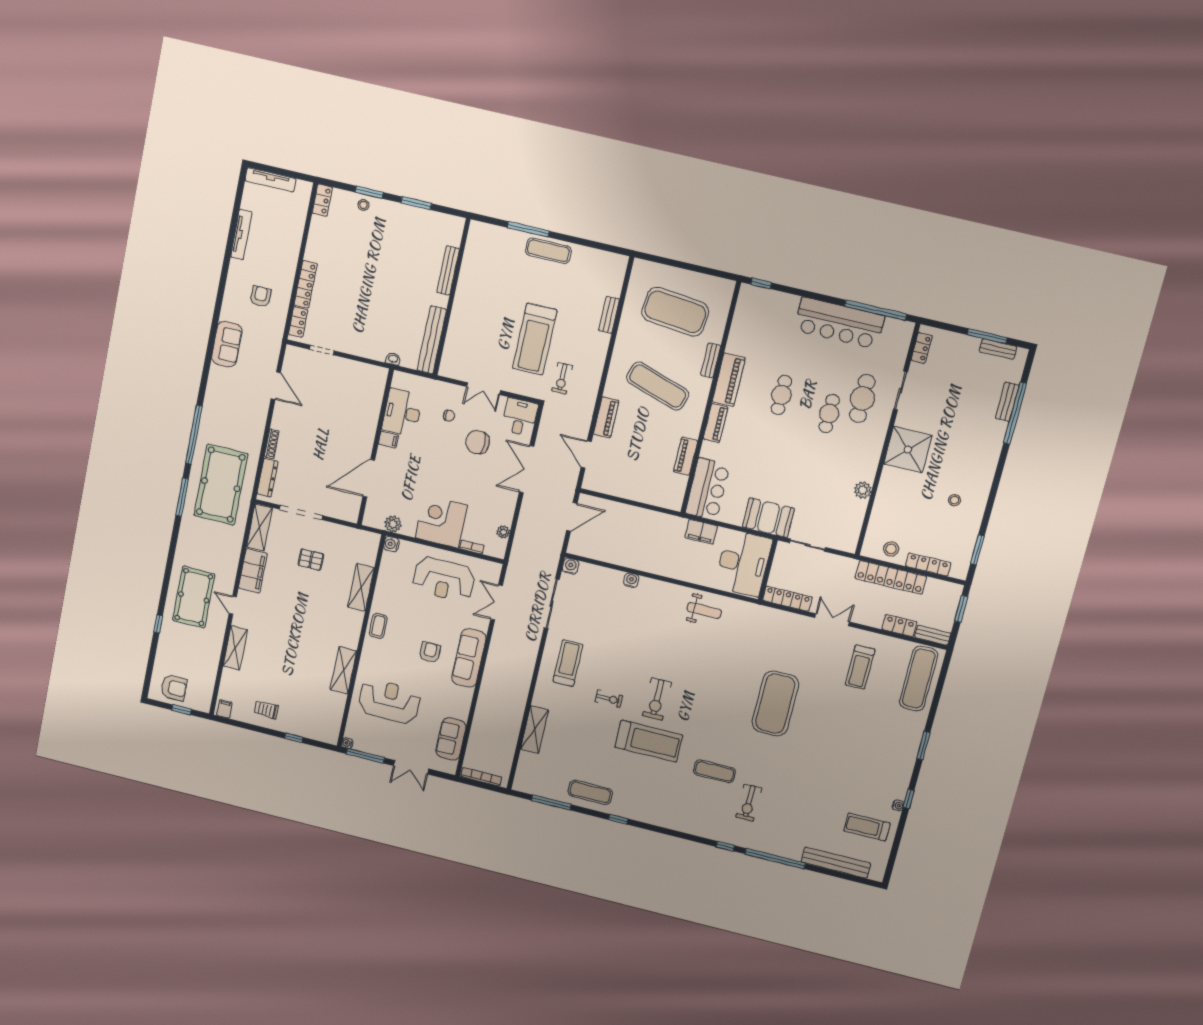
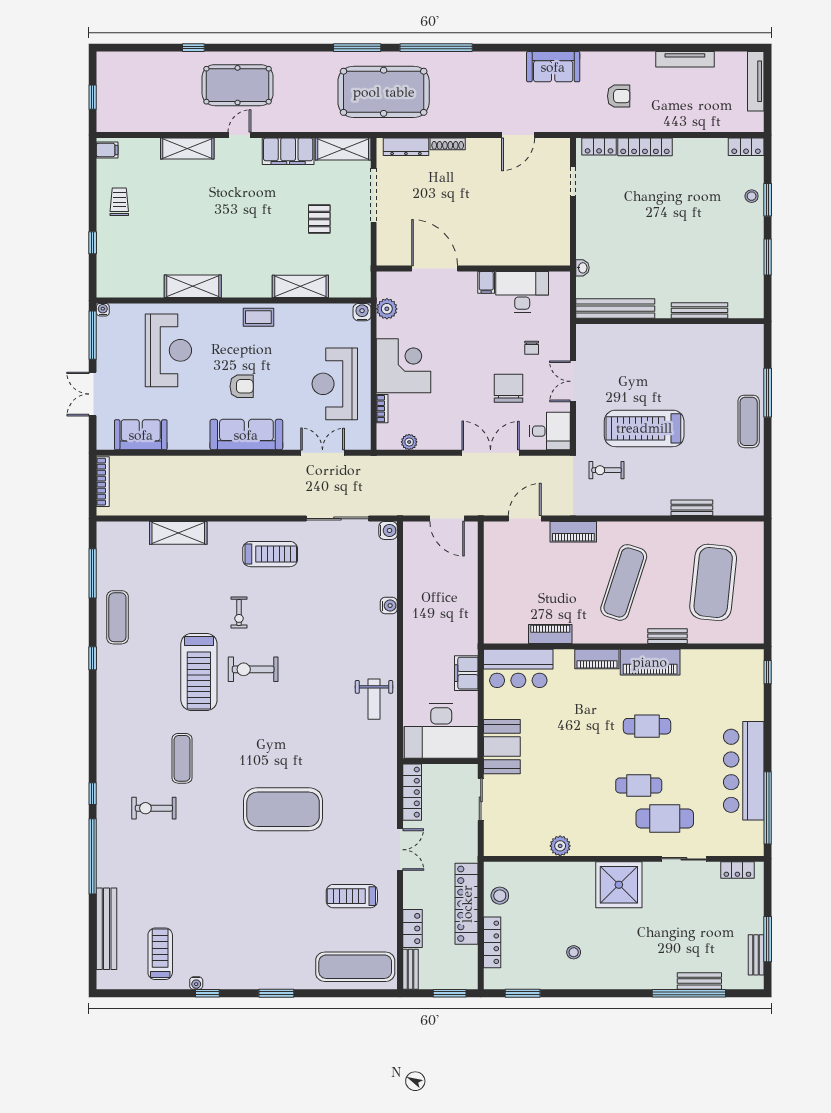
armchair: (174, 688) -> (118, 82), removed

